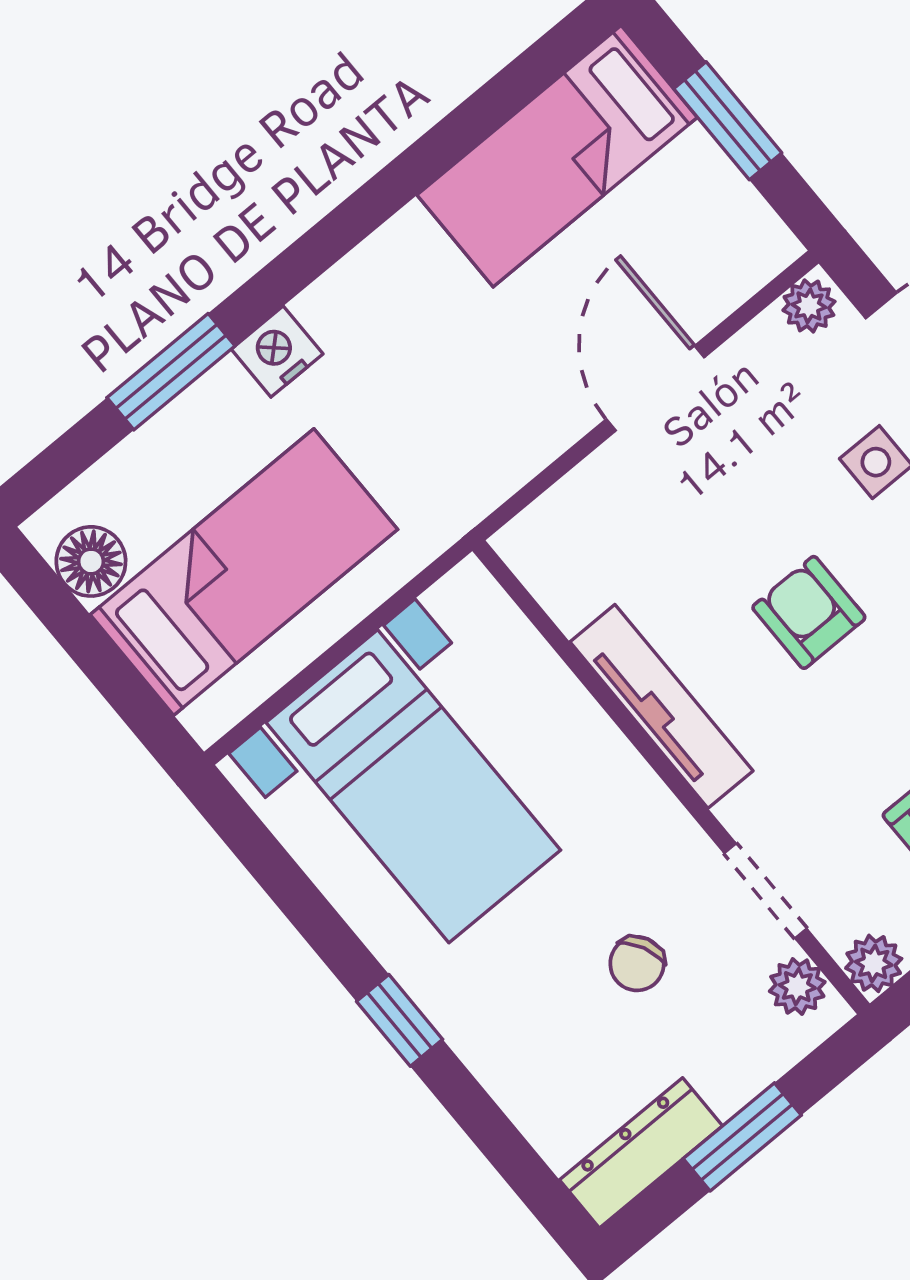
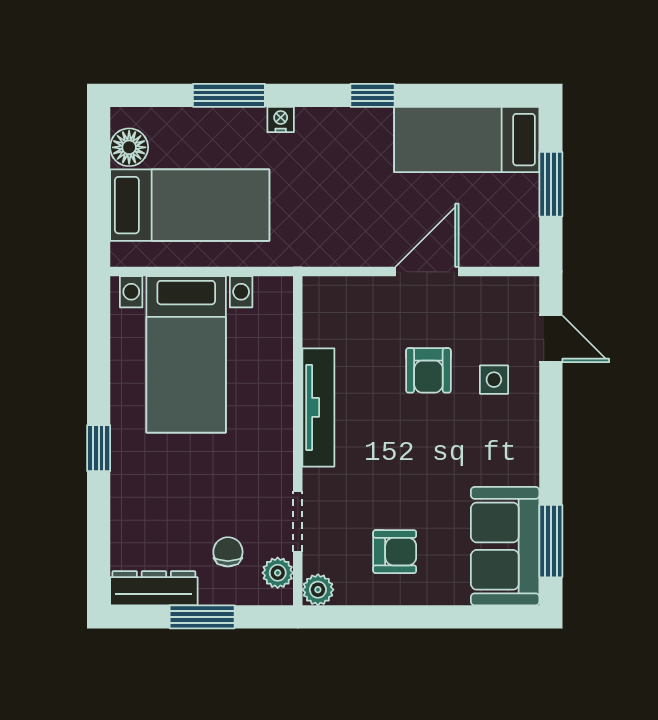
window: (373, 204) -> (372, 95), added
plant: (809, 306) -> (520, 291), removed
nightstand: (277, 352) -> (281, 120), width x0.72, depth x0.74
armchair: (809, 612) -> (428, 370), moved, turned 180
chair: (637, 964) -> (228, 552), moved, turned 116

